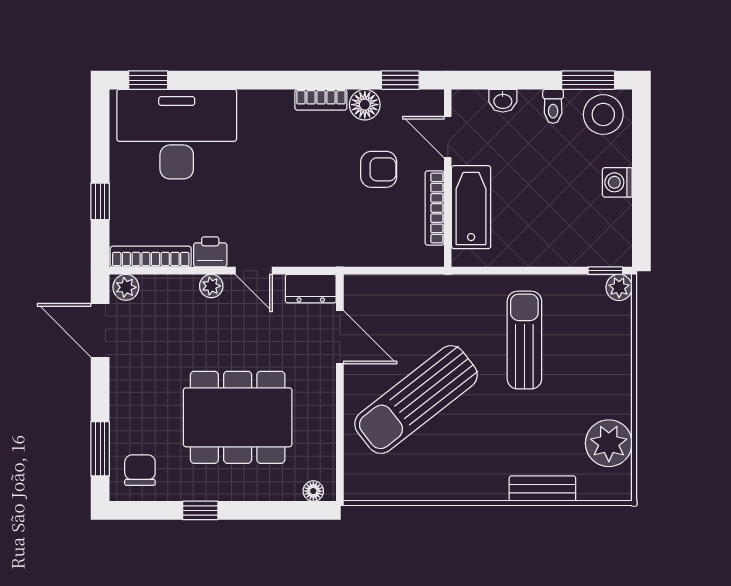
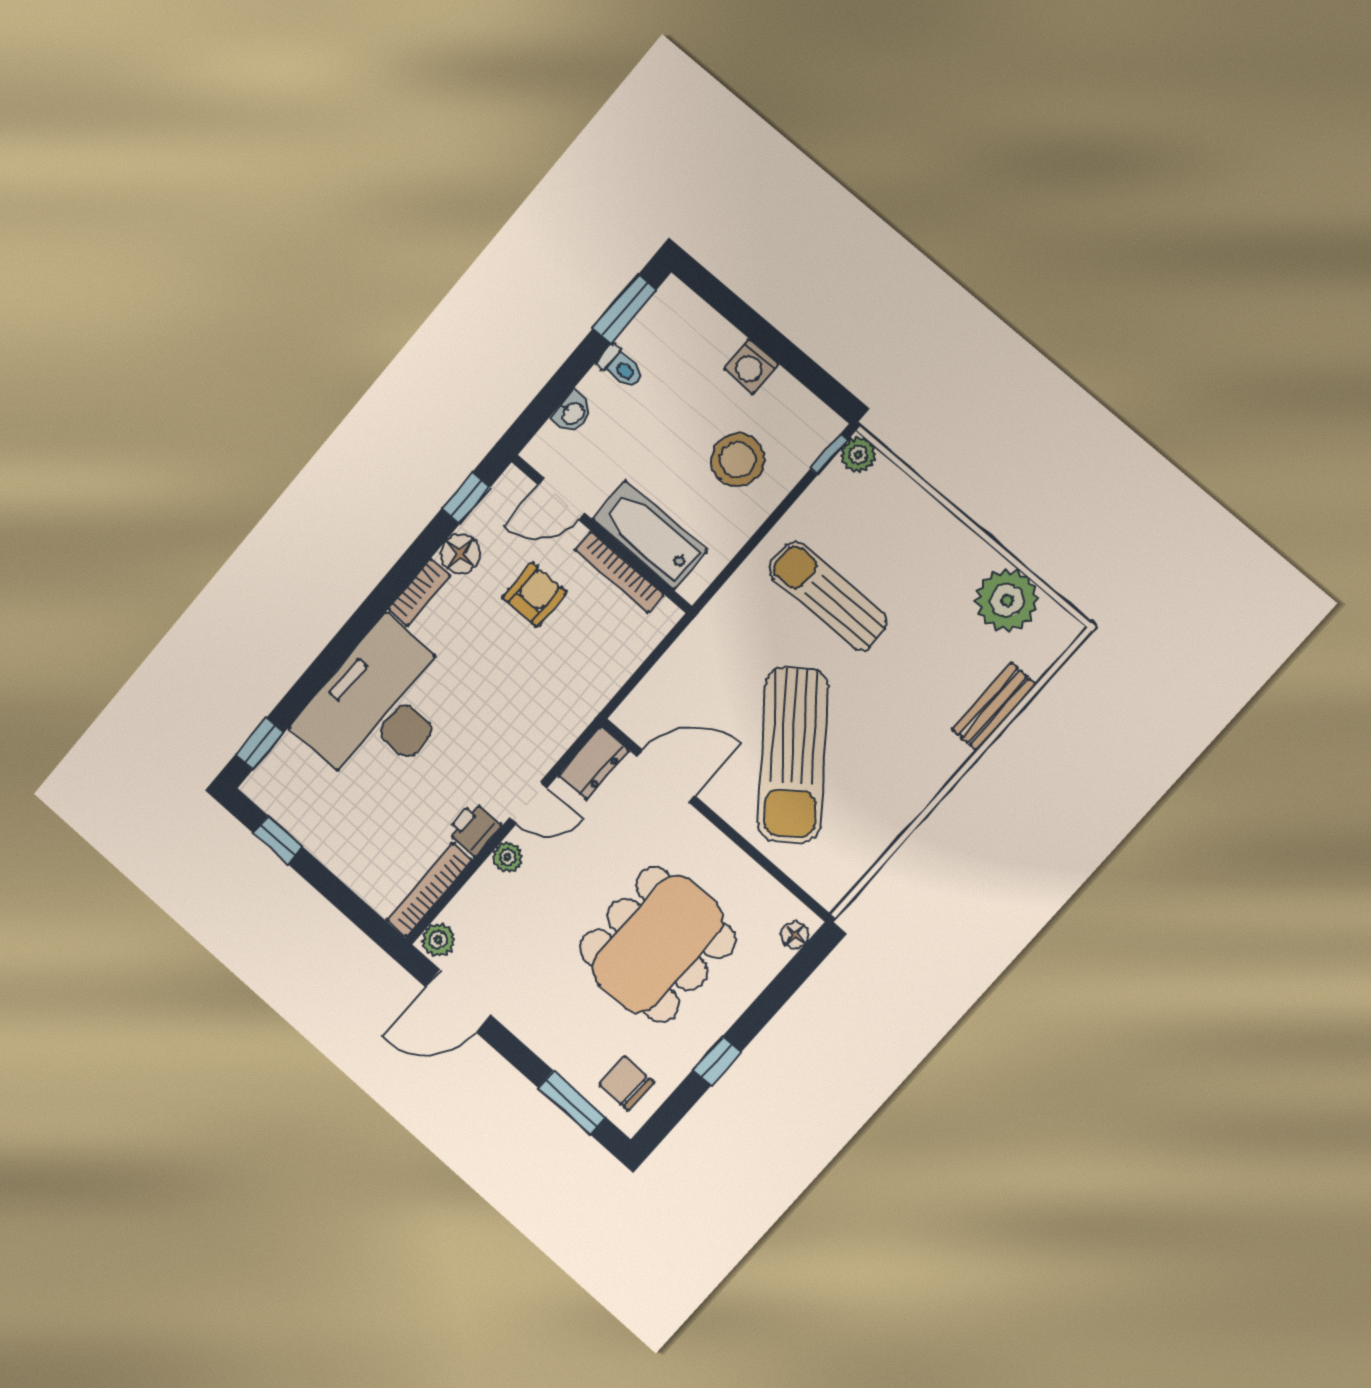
stool: (603, 114) -> (738, 460), moved
desk: (177, 134) -> (380, 708), moved
window: (100, 201) -> (278, 840), moved

